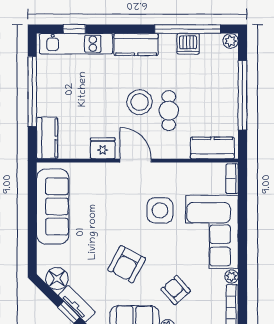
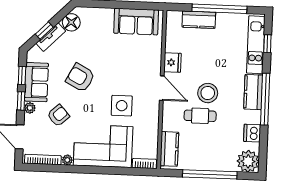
window: (188, 29) -> (265, 99), moved
plant: (231, 41) -> (248, 161), width x1.87, depth x1.87
kitchen counter: (47, 138) -> (199, 20), moved
door: (136, 161) -> (162, 88), hinge flipped
sofa: (53, 206) -> (136, 22), width x0.73

